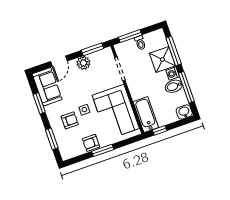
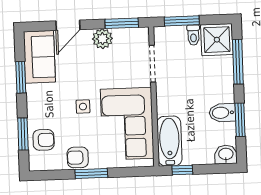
shower: (162, 59) -> (217, 40), moved
washing machine: (173, 74) -> (226, 94), removed
window: (186, 87) -> (240, 120), width x0.69
armchair: (70, 120) -> (44, 140), moved

